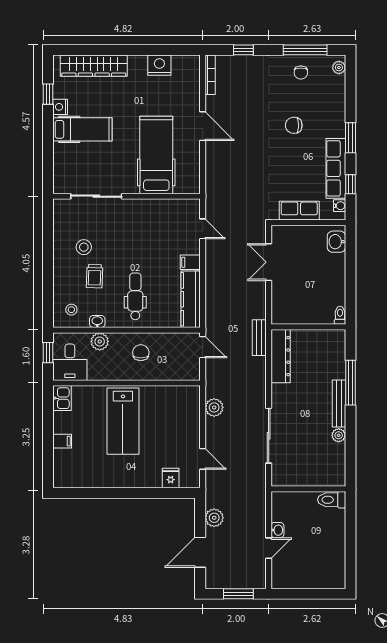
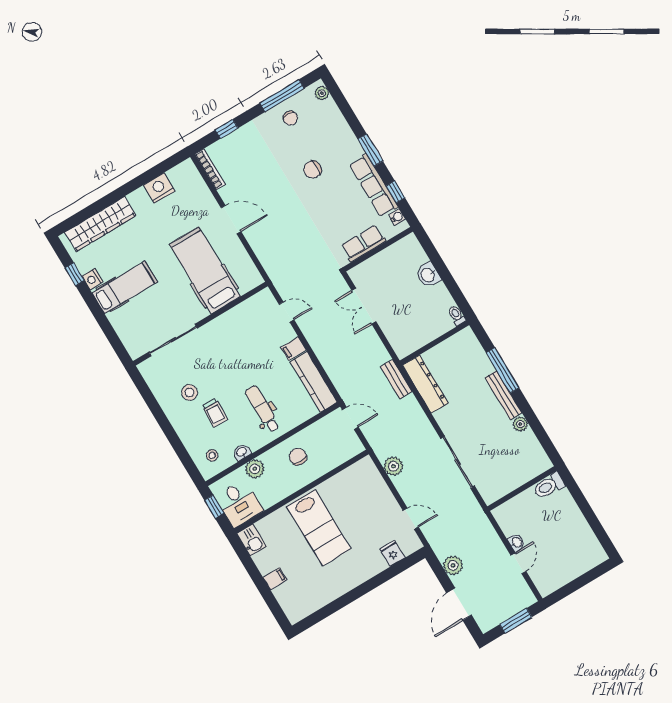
washbasin: (336, 242) -> (428, 275), moved

